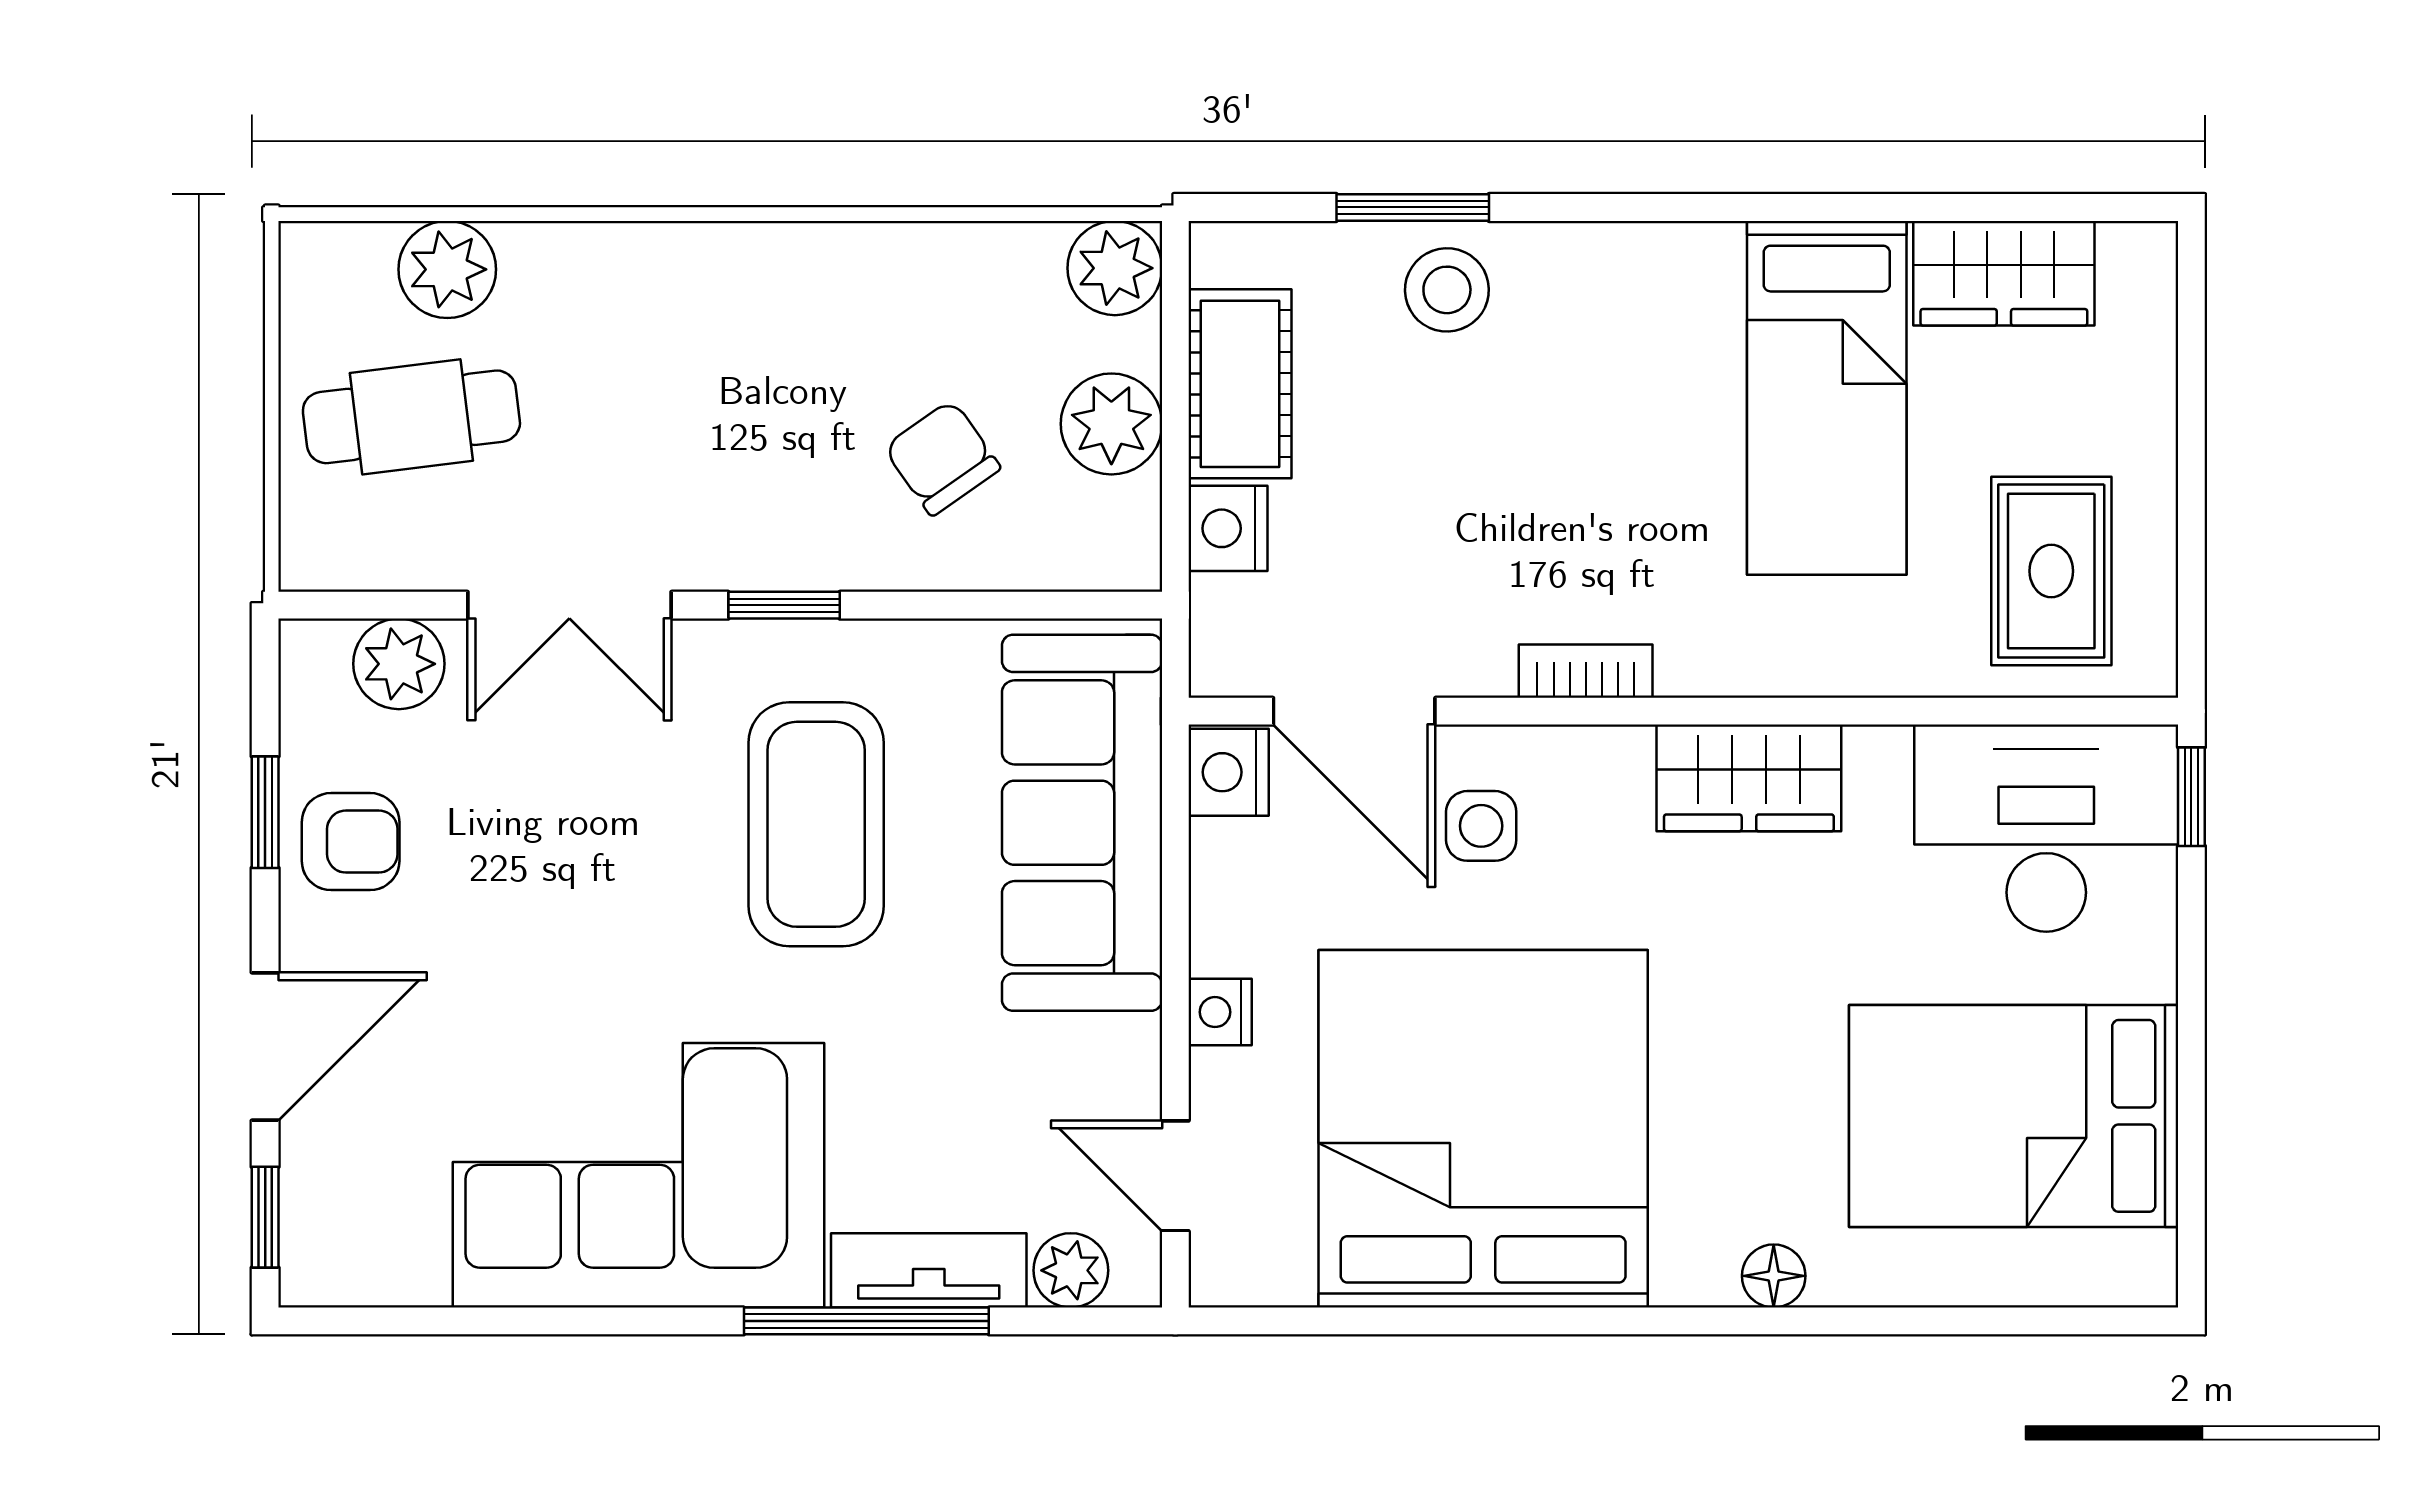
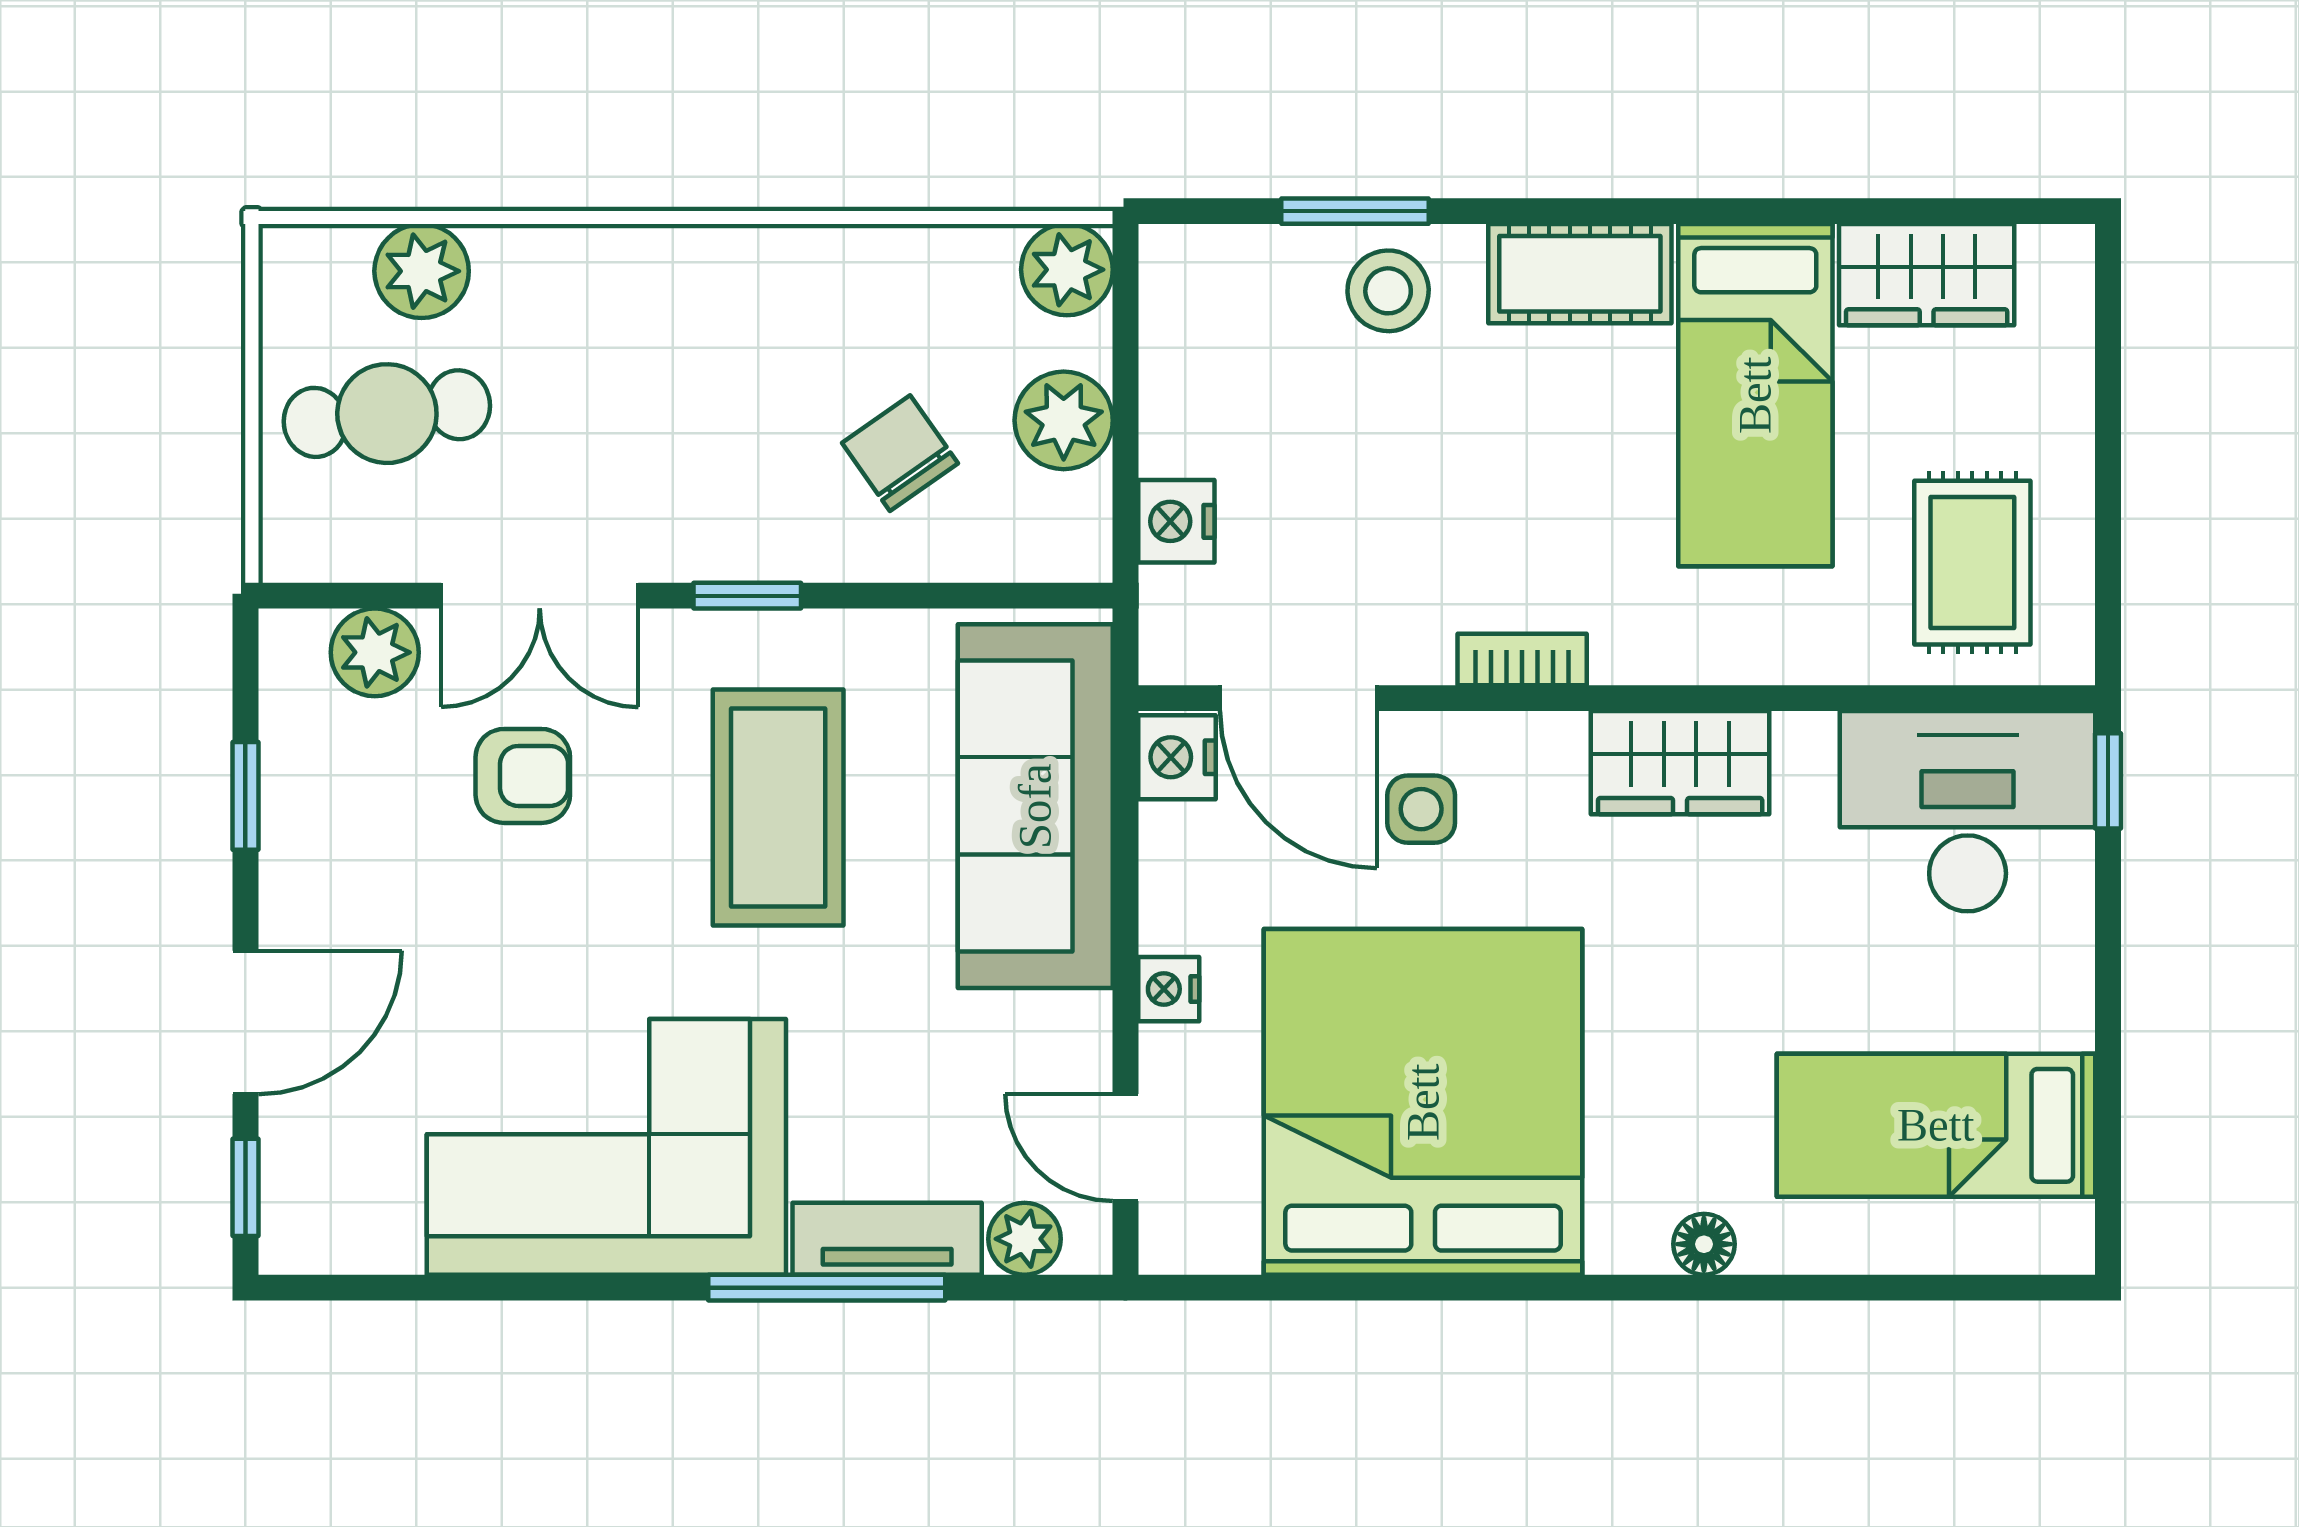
cot: (1240, 384) -> (1580, 274), moved, turned 90
armchair: (351, 842) -> (523, 776), moved
bed: (2014, 1116) -> (1936, 1125), width x0.67

